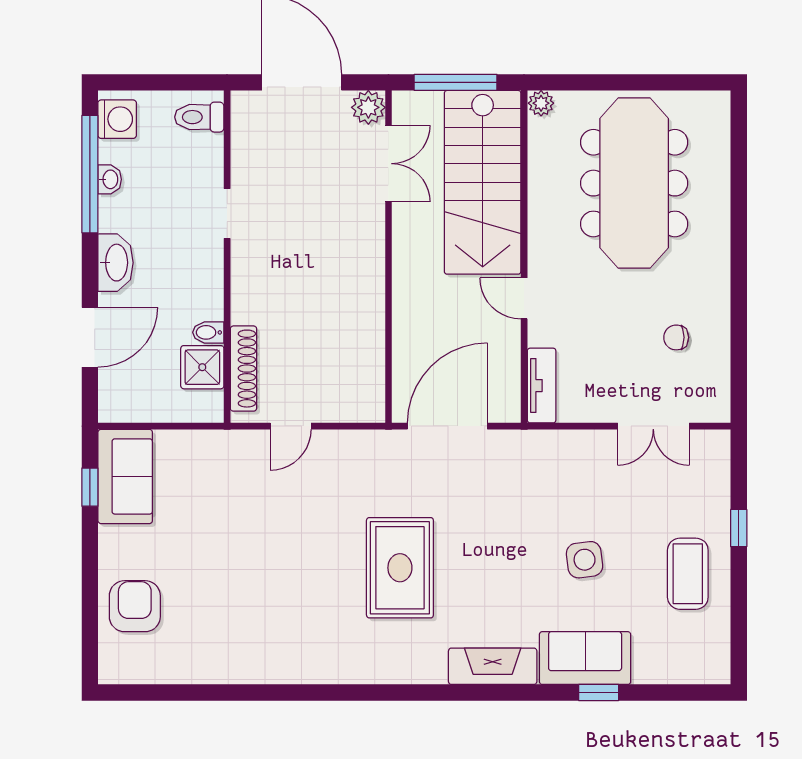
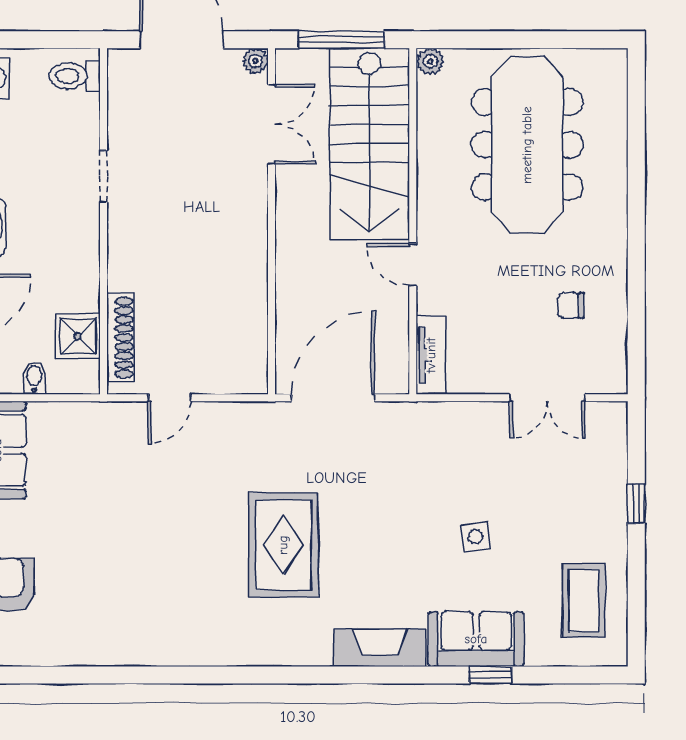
plant: (368, 107) -> (255, 61), width x0.73, depth x0.73
bidet: (208, 332) -> (34, 378), moved, turned 90
side table: (585, 560) -> (476, 537), width x0.73, depth x0.73
coffee table: (688, 574) -> (584, 601), moved

